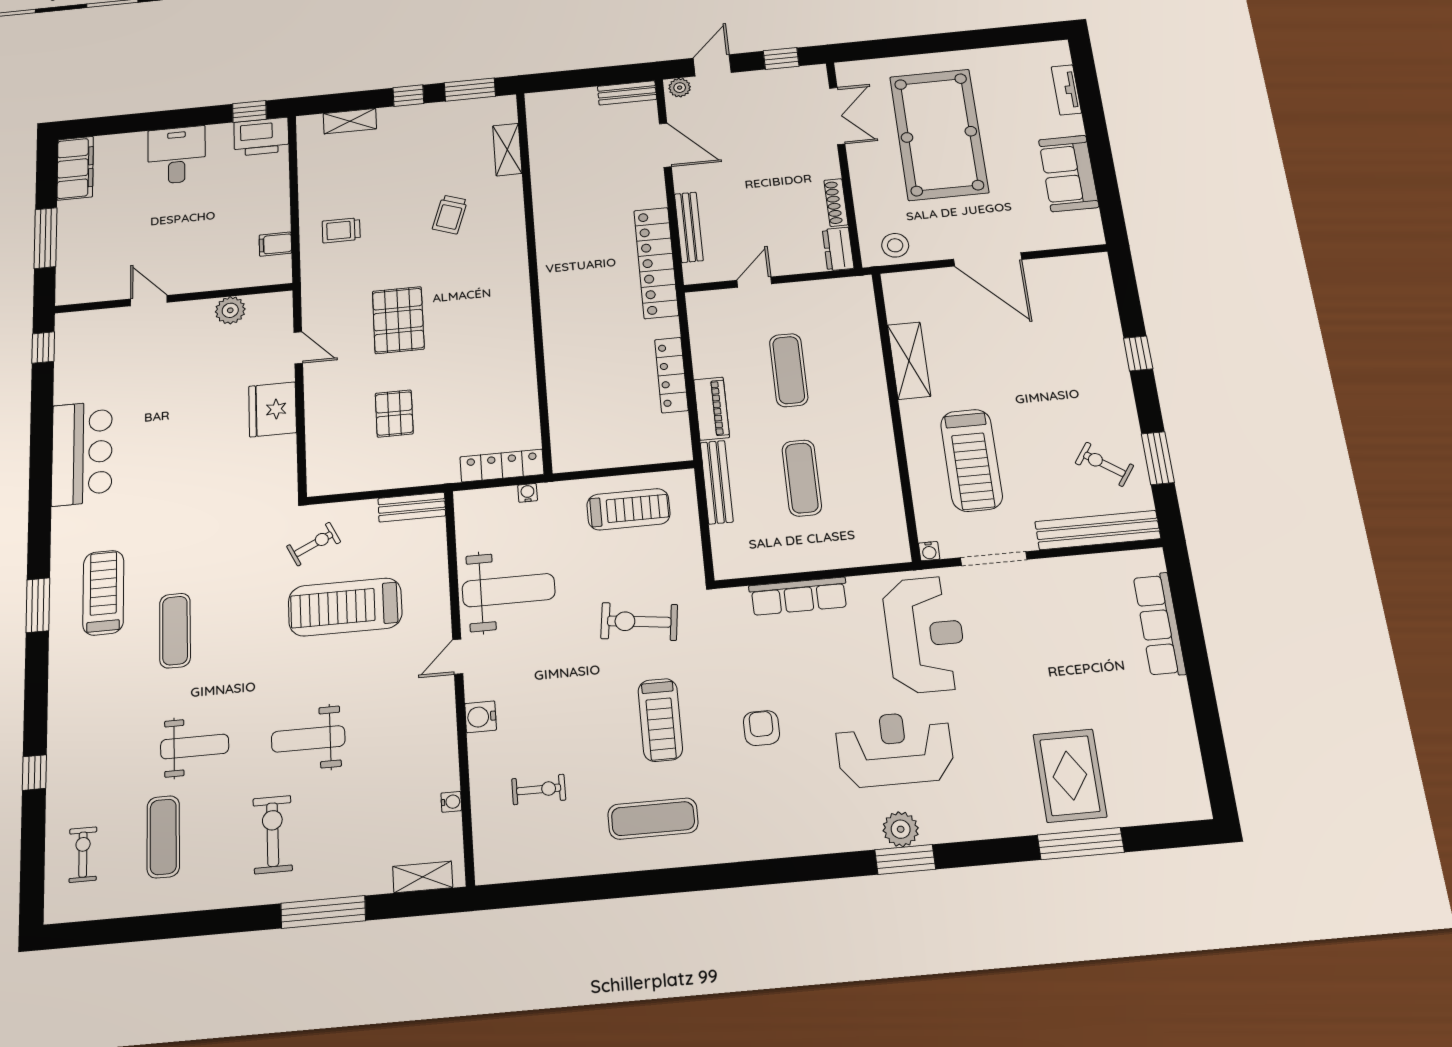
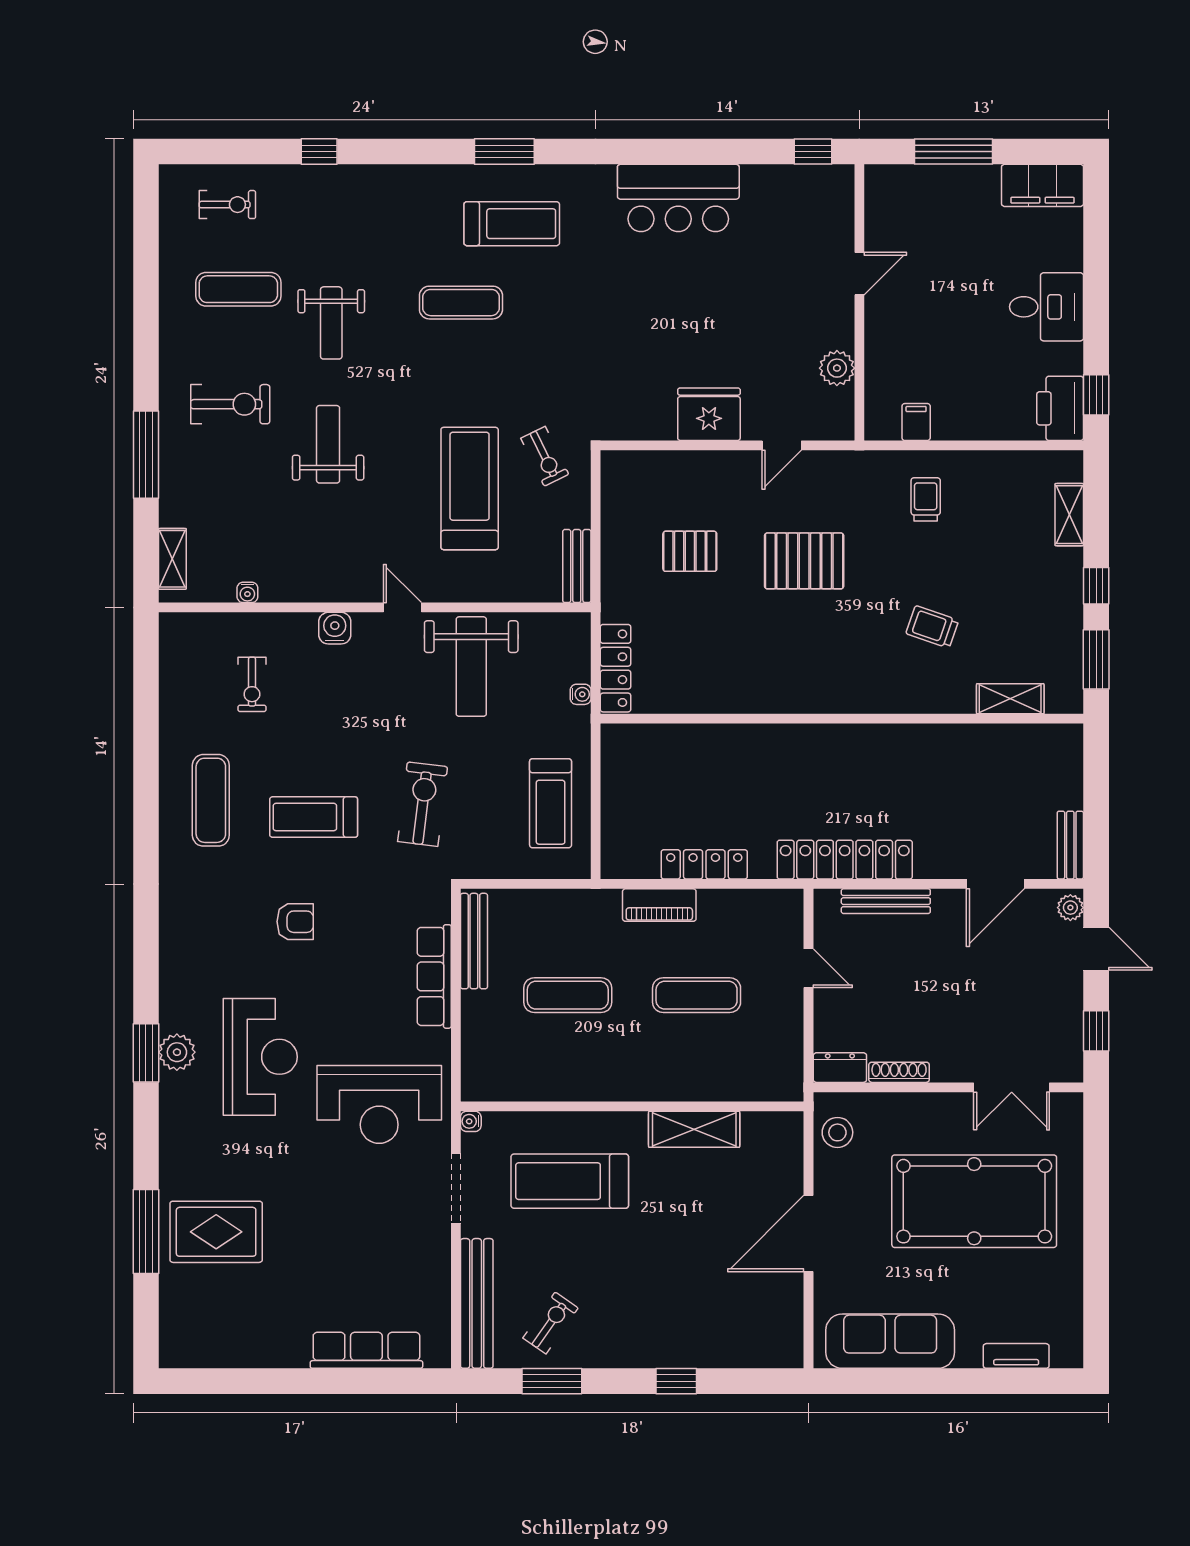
sofa: (1069, 173) -> (890, 1341), width x1.36
bench: (717, 482) -> (474, 941), moved, turned 90

